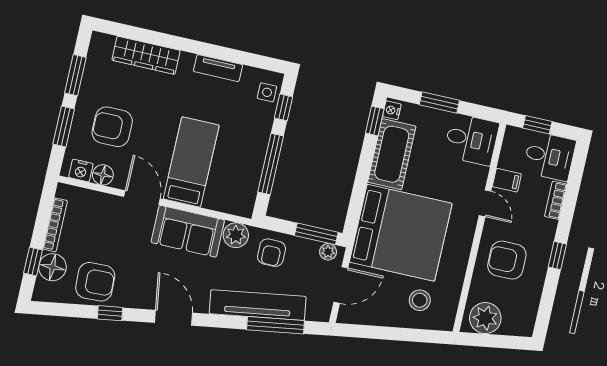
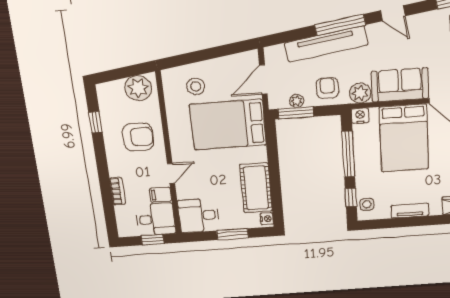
window: (375, 121) -> (277, 208), removed
desk: (549, 156) -> (156, 219), moved, turned 180
bed: (191, 162) -> (404, 138), width x1.50
door: (485, 203) -> (171, 173), swing flipped
nightstand: (243, 208) -> (360, 116), added
bed: (401, 233) -> (228, 125), width x0.73
plant: (328, 252) -> (297, 101), moved
window: (557, 255) -> (95, 122), moved
door: (174, 318) -> (393, 13), width x0.73
window: (275, 325) -> (340, 25), moved

